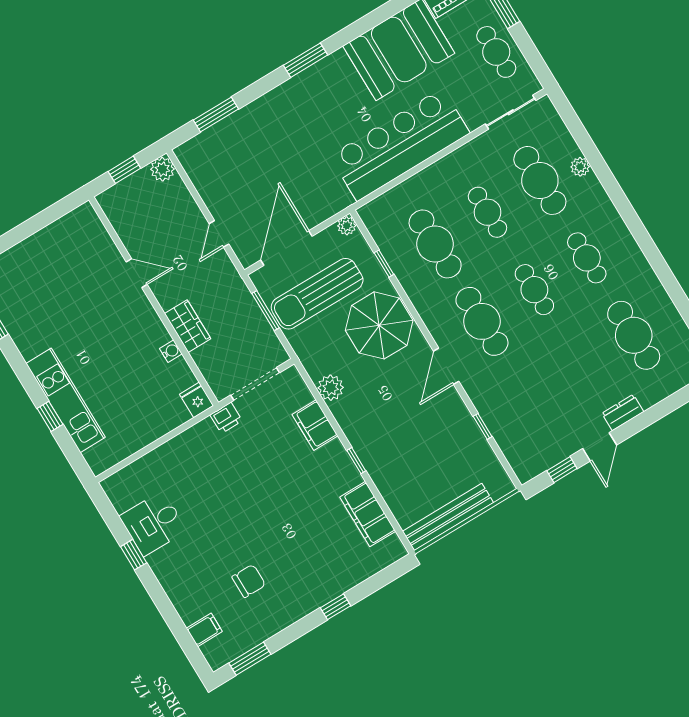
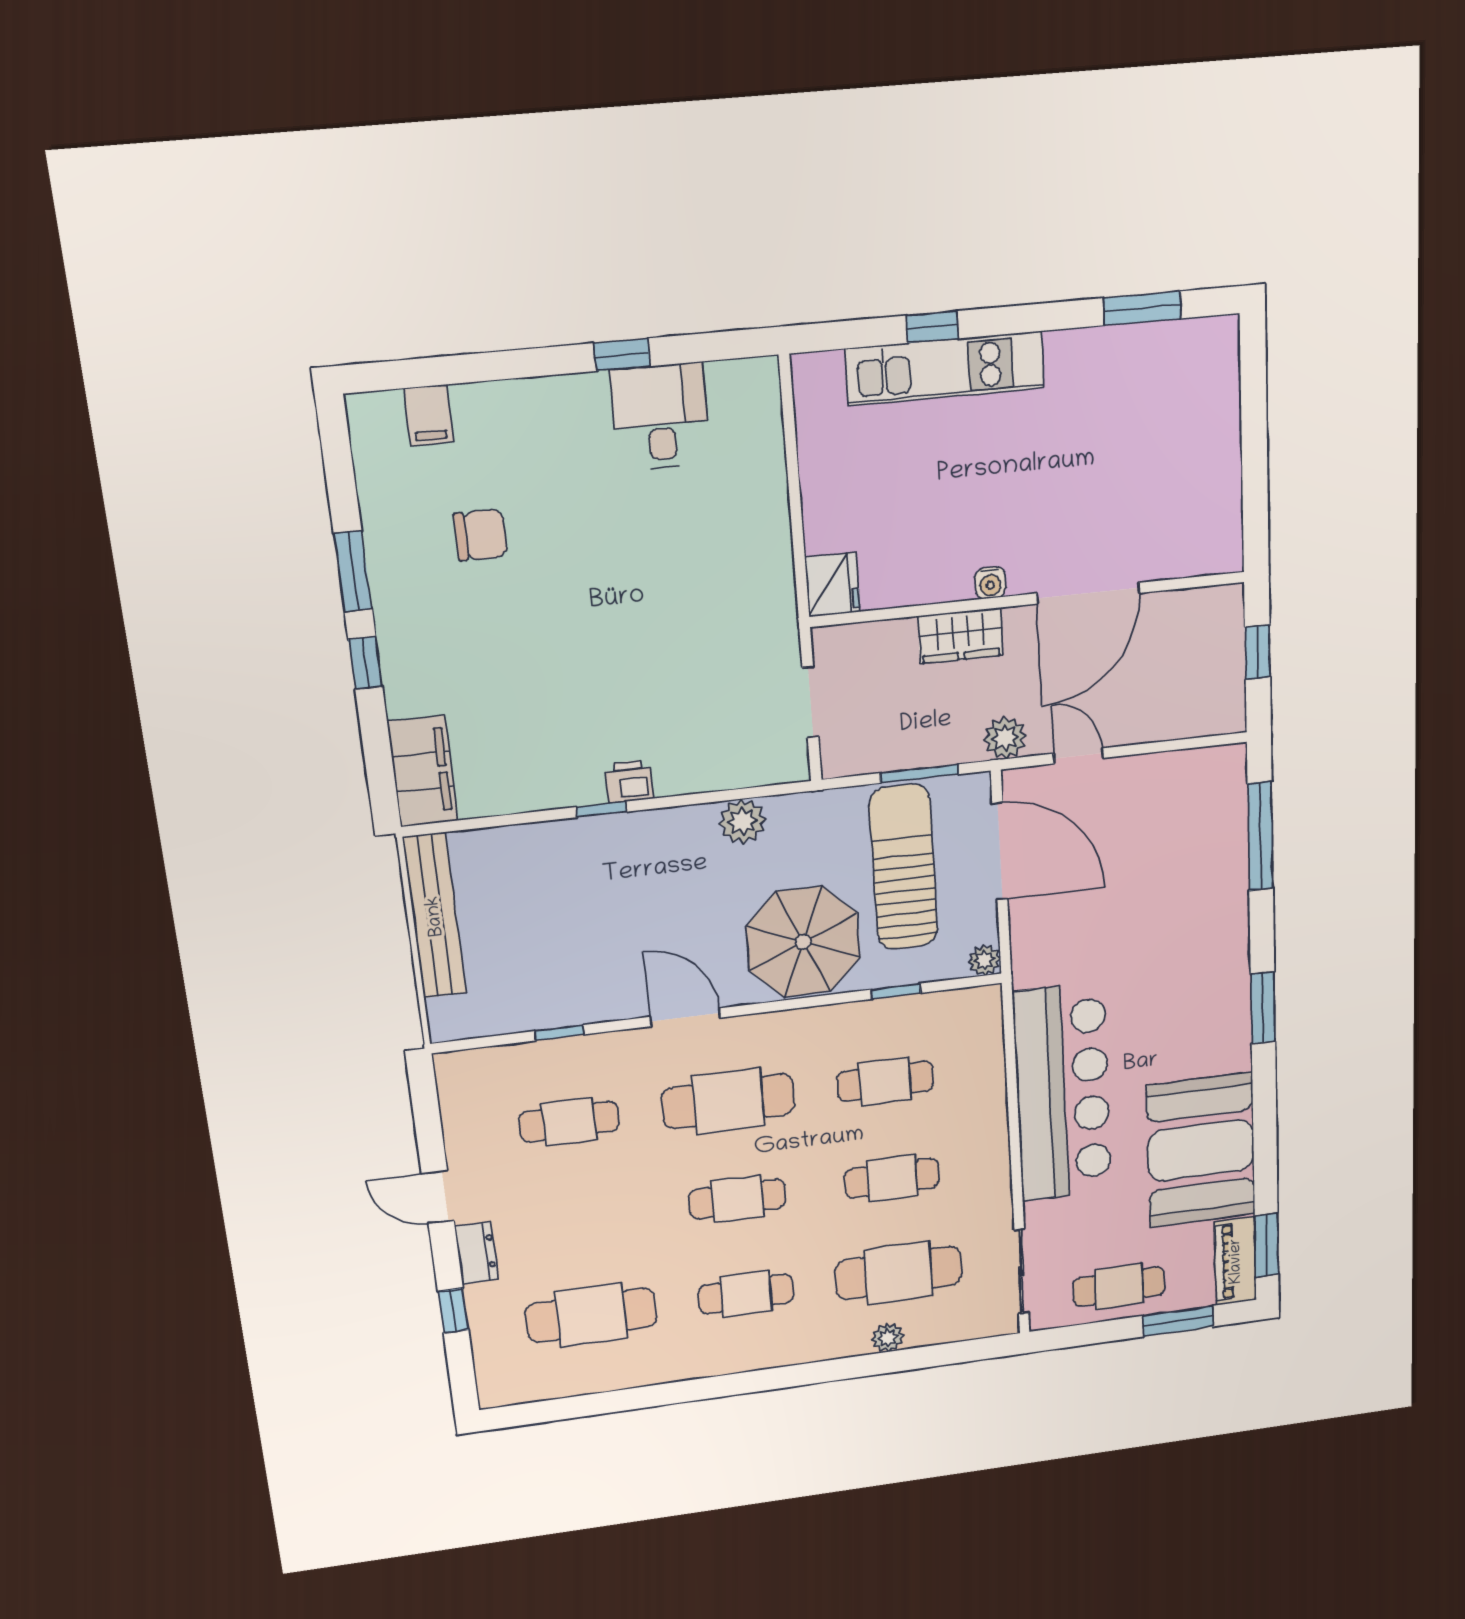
window: (216, 114) -> (1260, 836), width x1.44
plant: (162, 169) -> (1005, 738), moved
cafe table: (435, 244) -> (885, 1081), width x0.73, depth x0.74
door: (137, 273) -> (1088, 593), width x1.88
water cooler: (171, 351) -> (990, 583), moved
doorway: (255, 384) -> (810, 702), width x0.73
cafe table: (529, 399) -> (569, 1122), added
fridge: (197, 400) -> (832, 585), width x1.38
printer: (226, 418) -> (629, 781), moved, turned 90
filing cabinet: (315, 425) -> (694, 769), removed
window: (562, 470) -> (453, 1311), moved
filing cabinet: (368, 514) -> (423, 771), moved, turned 90
chair: (249, 581) -> (480, 535), turned -90
window: (250, 659) -> (353, 571), moved

